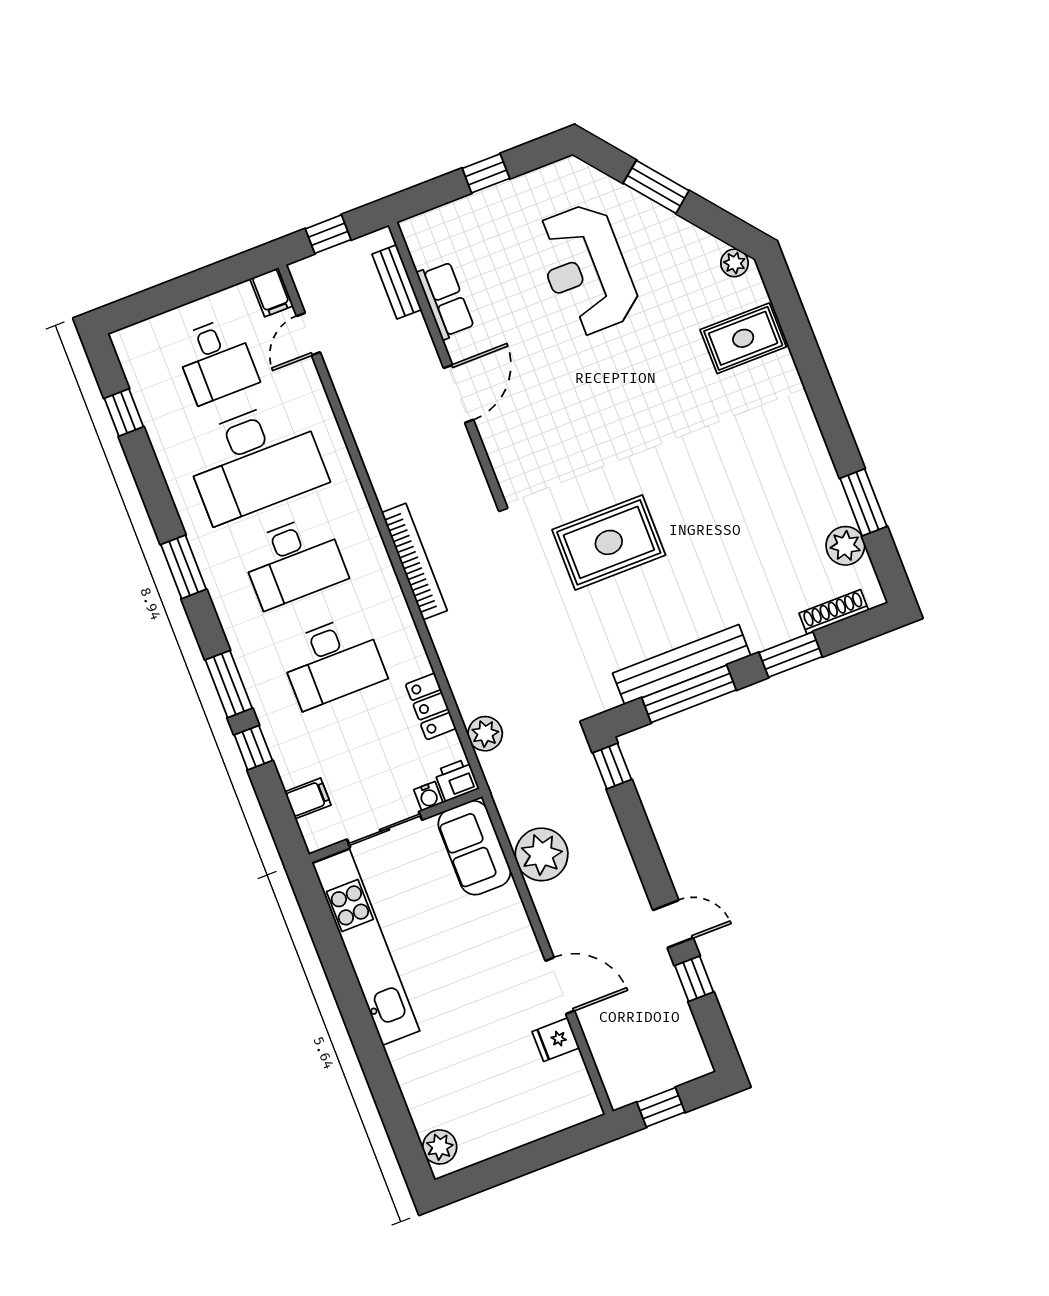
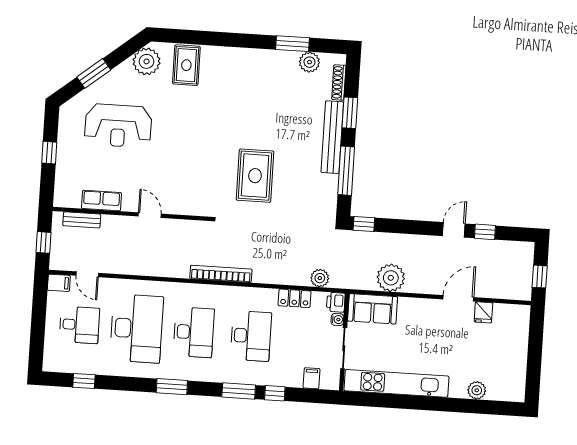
plant: (734, 263) -> (147, 61), width x1.87, depth x1.87
door: (459, 394) -> (150, 215), width x0.73
bench: (682, 665) -> (332, 137), moved
plant: (440, 1147) -> (477, 390), moved

